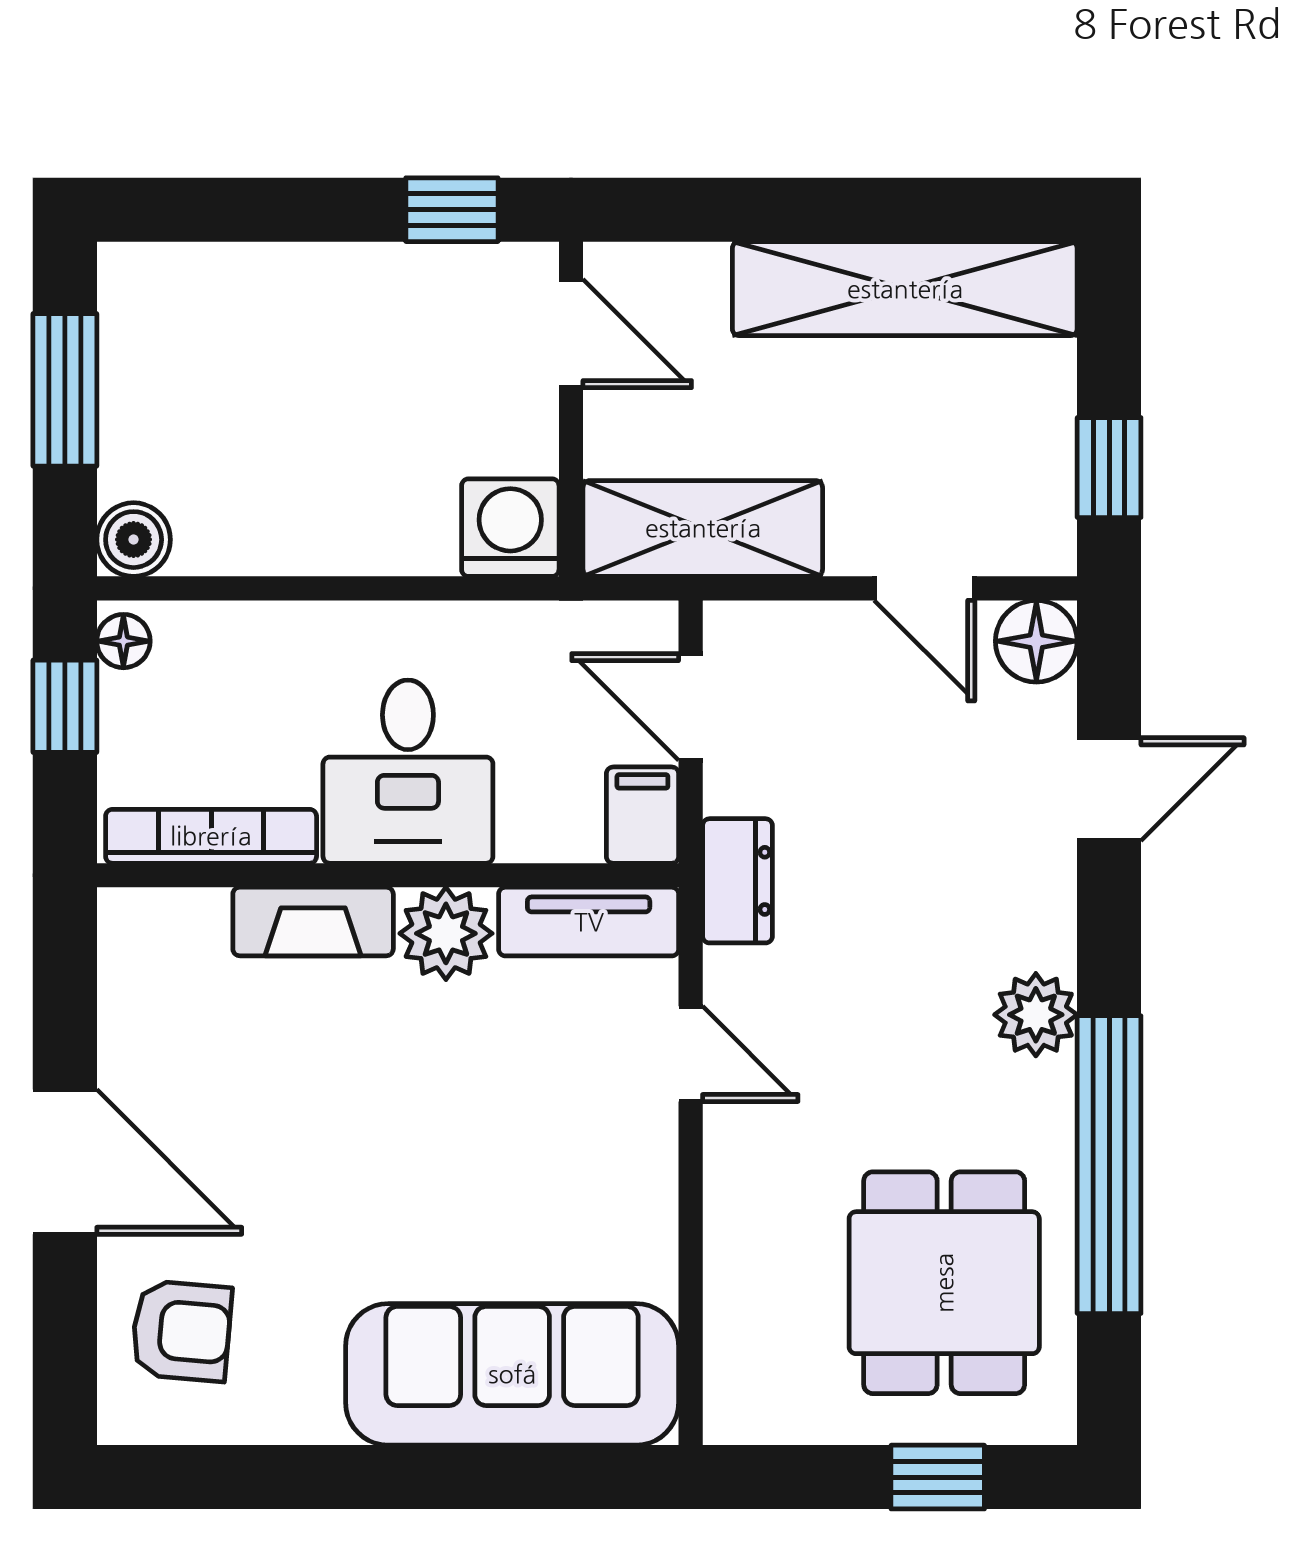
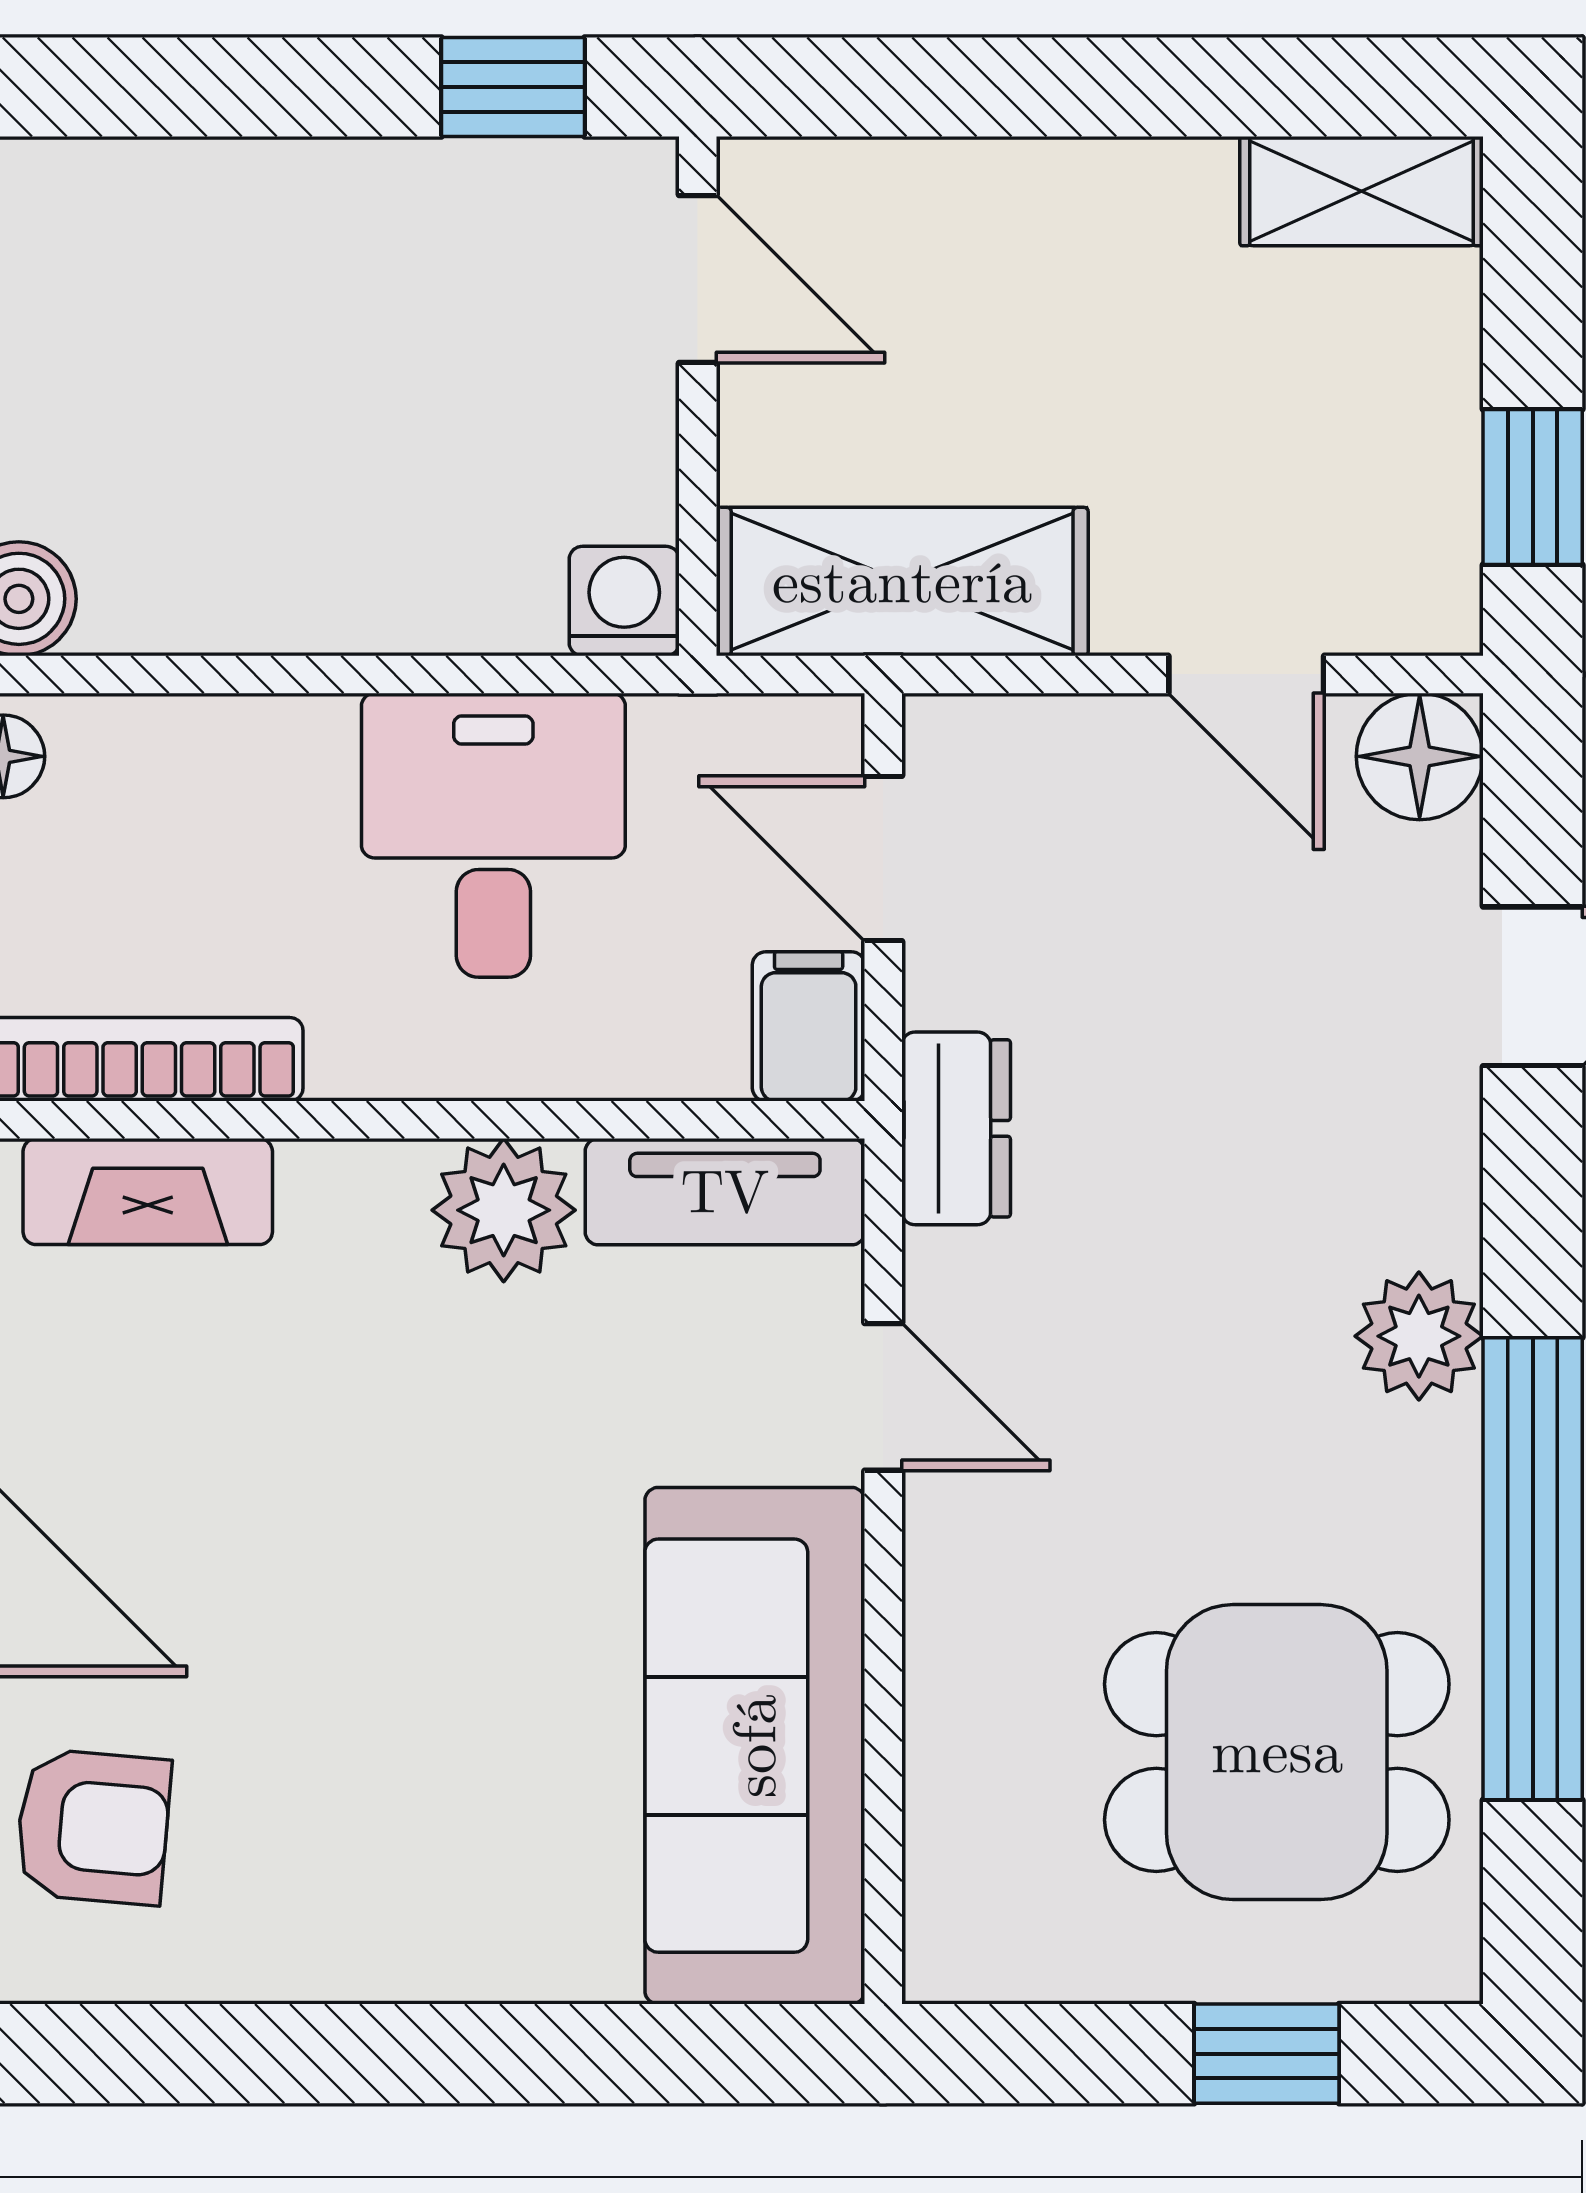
shelving: (905, 289) -> (1362, 191), width x0.45, depth x0.75
washing machine: (510, 528) -> (624, 601), width x0.73, depth x0.73
desk: (408, 772) -> (493, 835), moved, turned 180
fireplace: (313, 922) -> (148, 1192), moved
dining table: (944, 1283) -> (1277, 1752), turned 90
sofa: (512, 1374) -> (755, 1746), moved, turned -90

